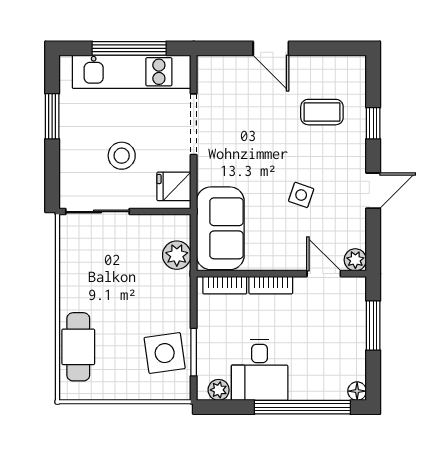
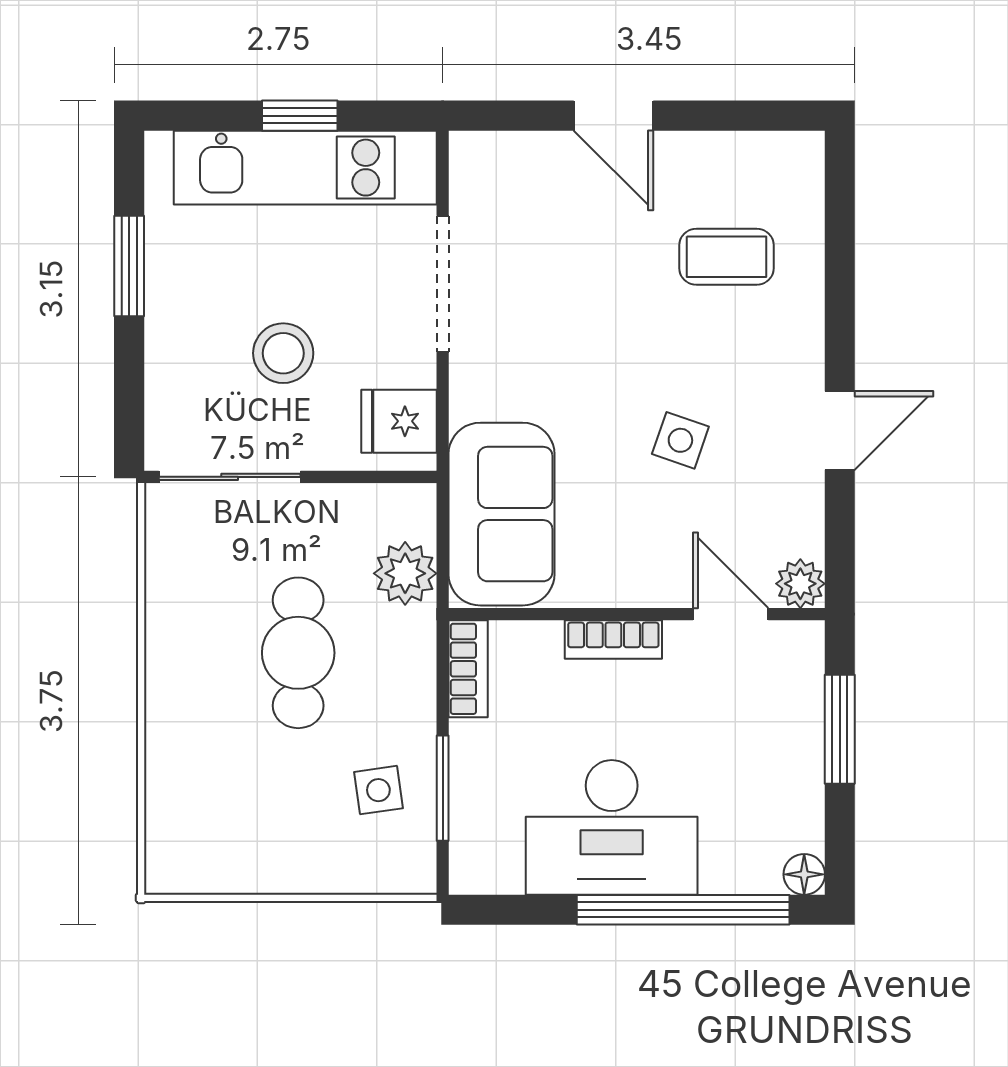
window: (129, 48) -> (300, 116), width x0.46
window: (373, 123) -> (840, 282), removed
bookcase: (225, 285) -> (468, 669), moved, turned -90
cafe table: (78, 347) -> (298, 653), moved
side table: (165, 353) -> (378, 790), width x0.54, depth x0.54
desk: (260, 370) -> (612, 827), width x1.37
plant: (219, 390) -> (498, 872), removed

